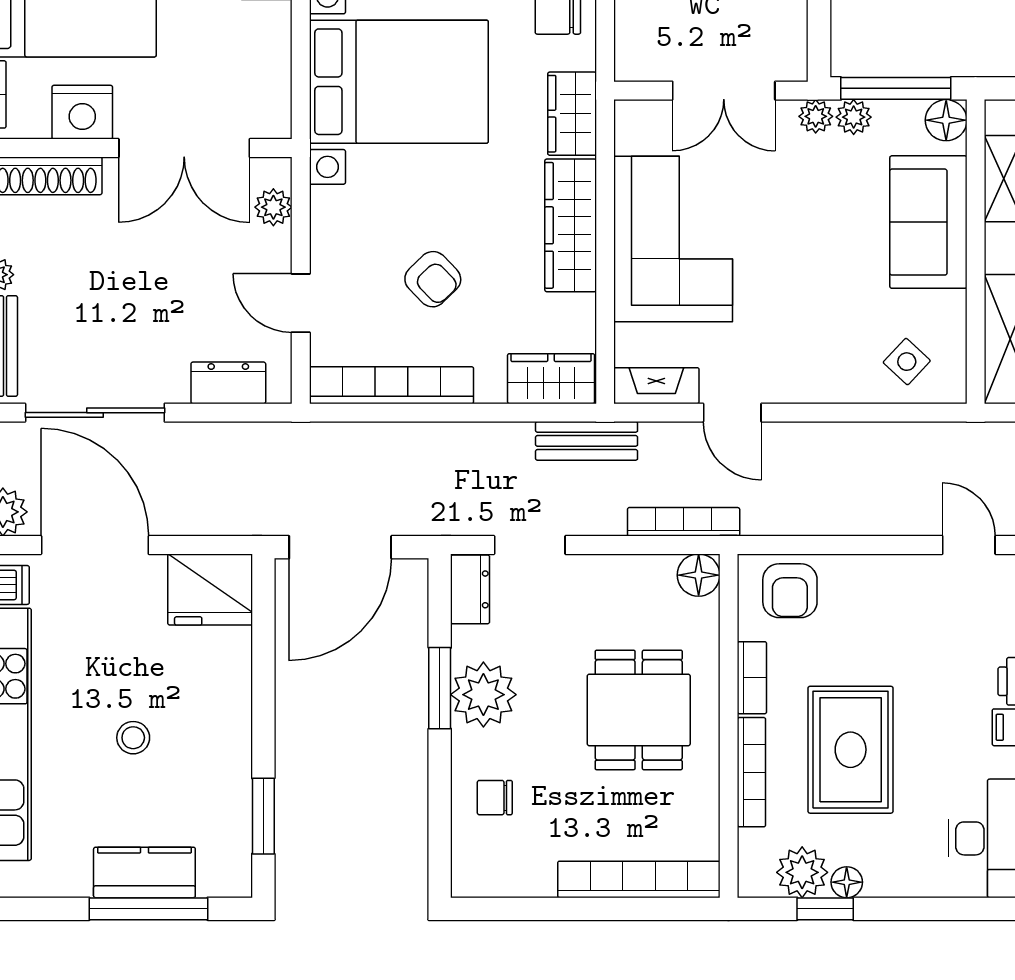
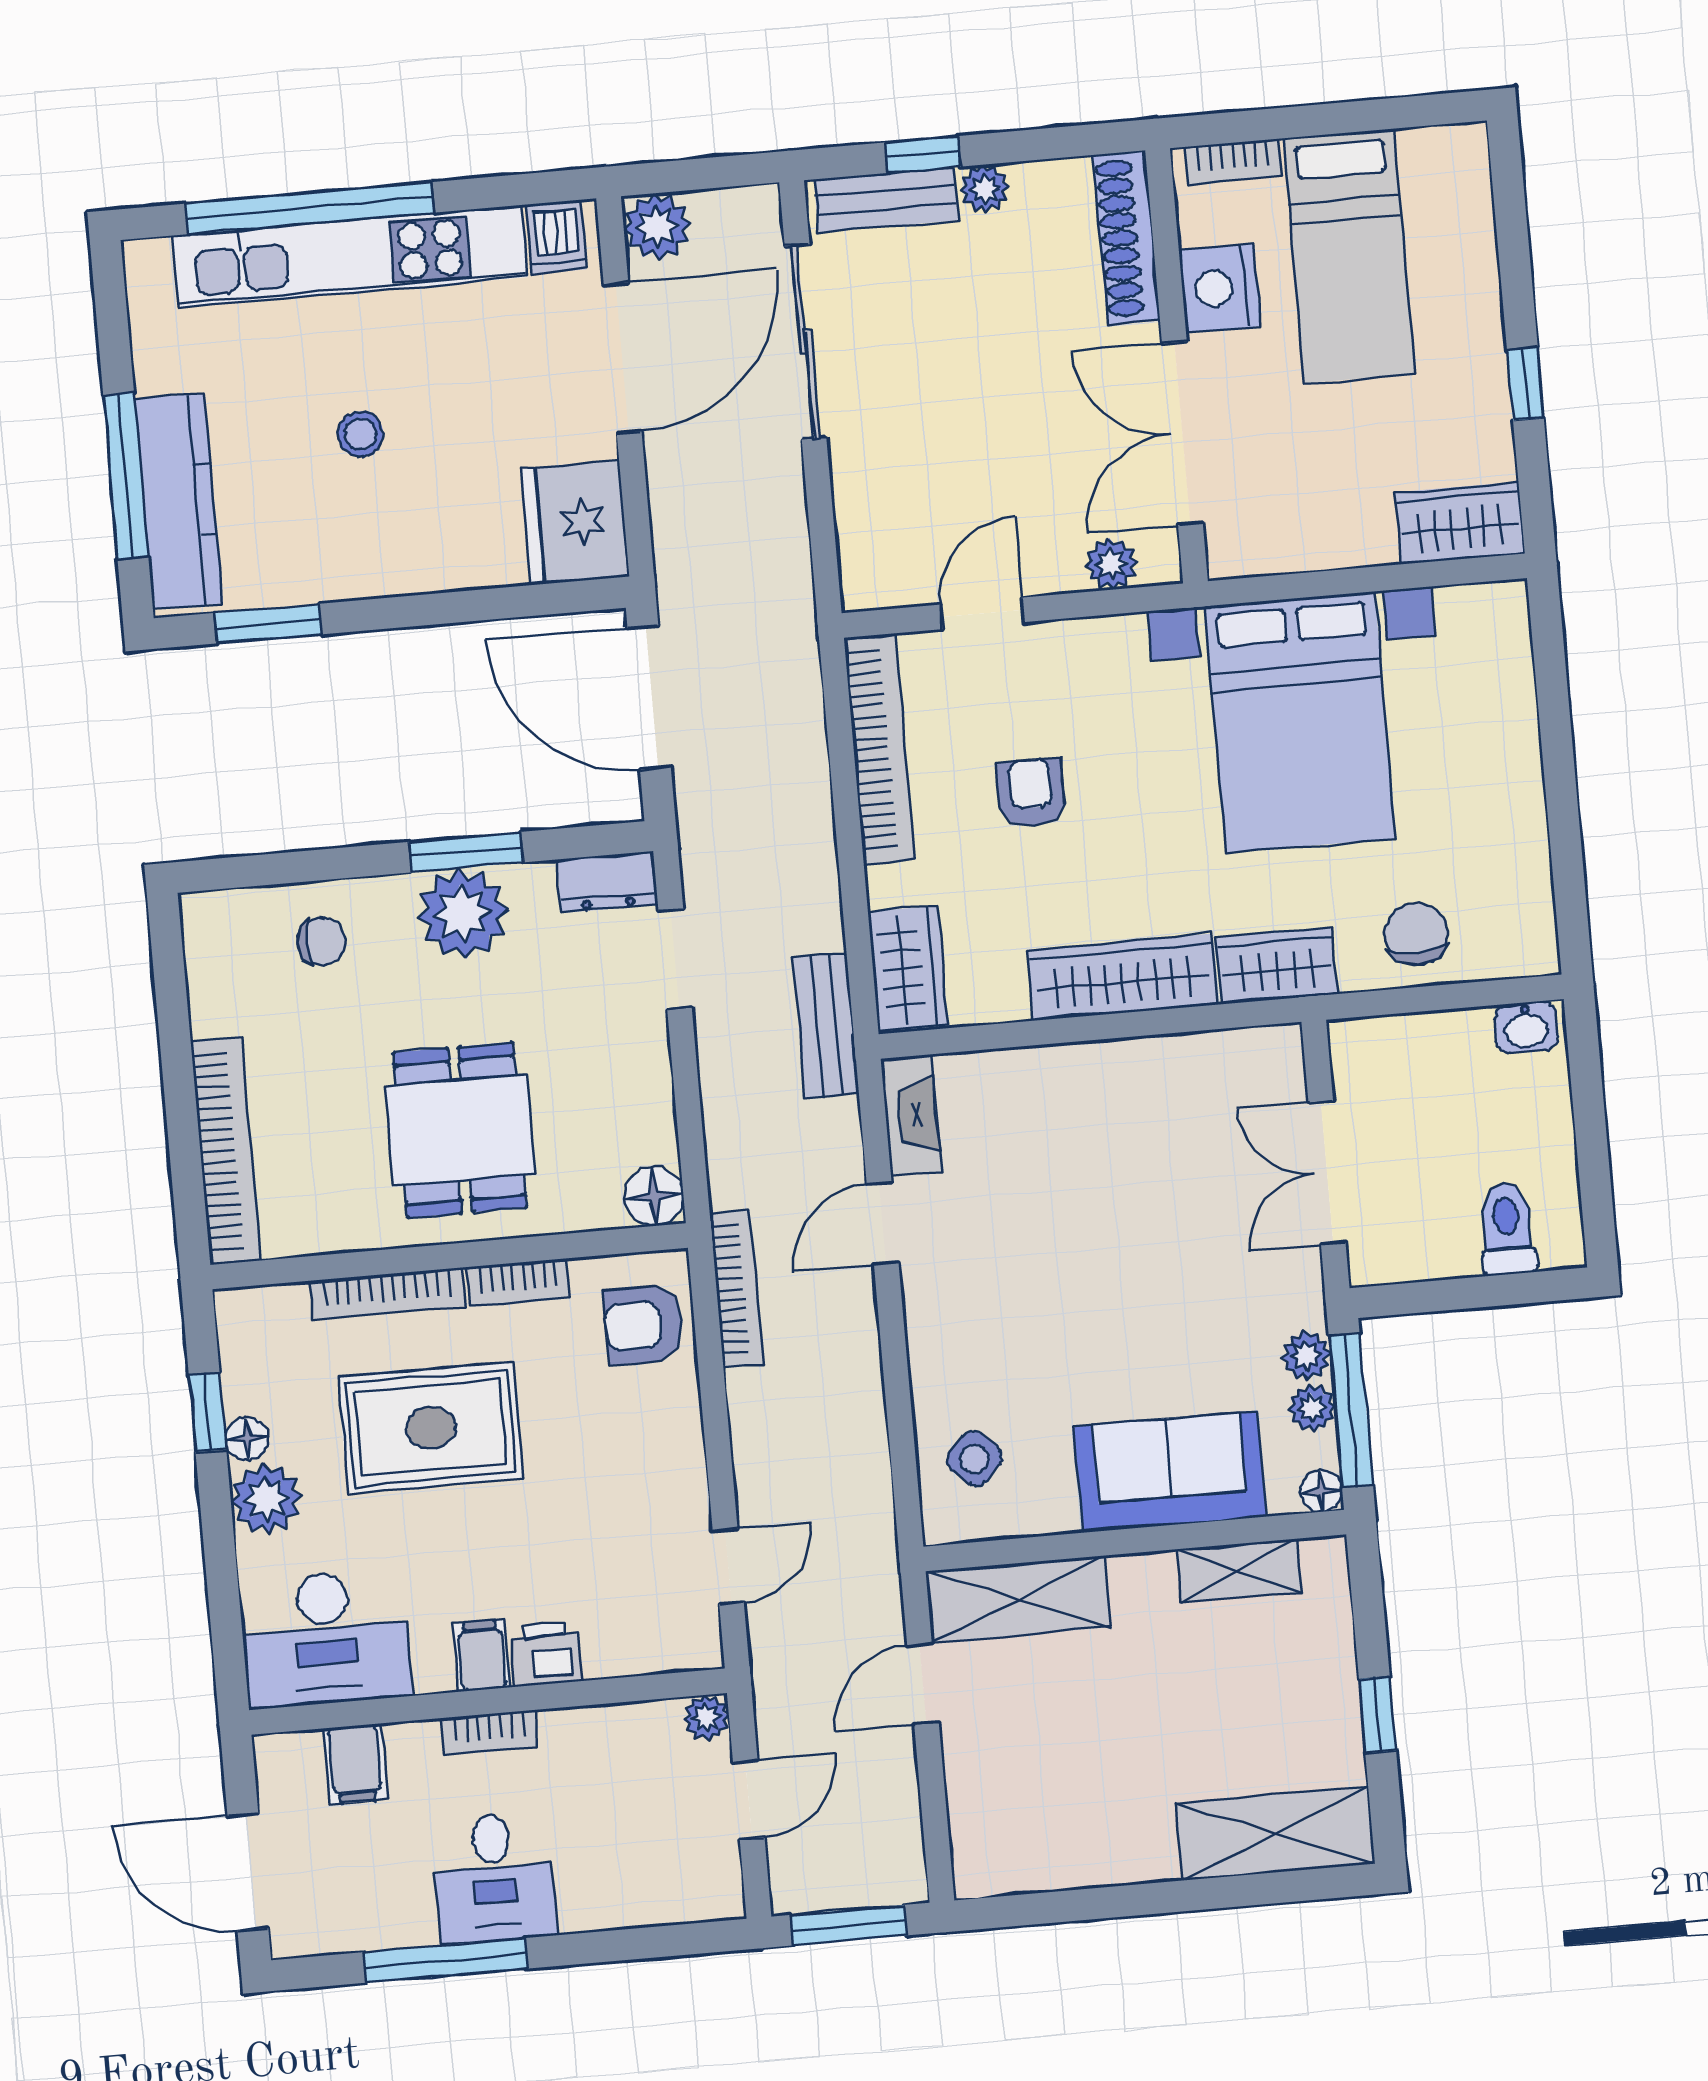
plant: (816, 116) -> (1312, 1408), moved
floor lamp: (946, 120) -> (1321, 1491), width x0.73, depth x0.73
corner sofa: (673, 239) -> (1116, 1121), removed
armchair: (433, 279) -> (1031, 793), turned 134
dresser: (228, 383) -> (863, 523), removed
bookcase: (684, 522) -> (736, 1288), moved
dining table: (639, 710) -> (460, 1130), turned 90
chair: (495, 798) -> (322, 942), turned 90
kitchen counter: (144, 872) -> (179, 501), width x1.50
plant: (802, 872) -> (266, 1499), moved

